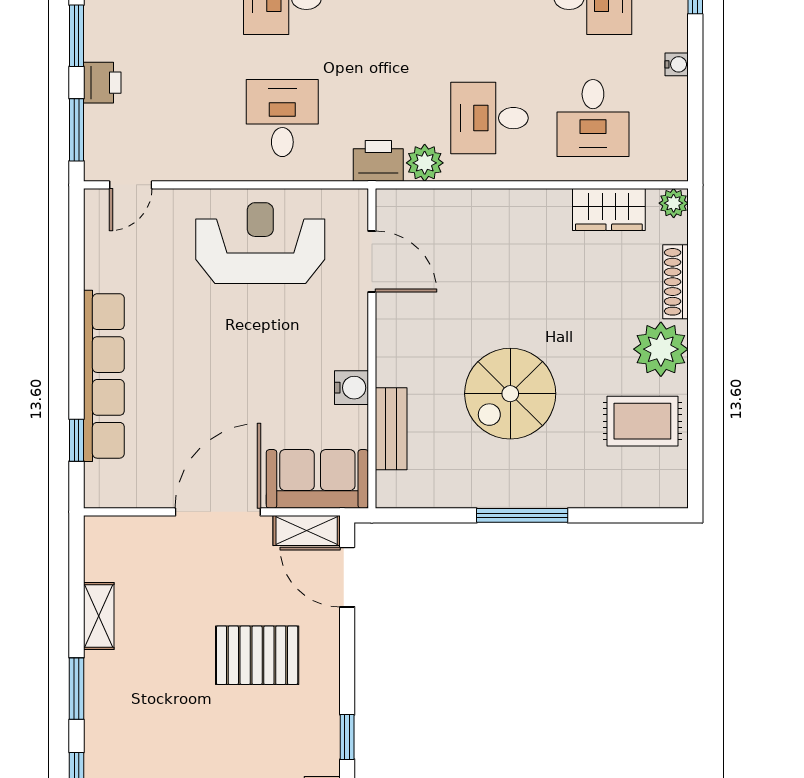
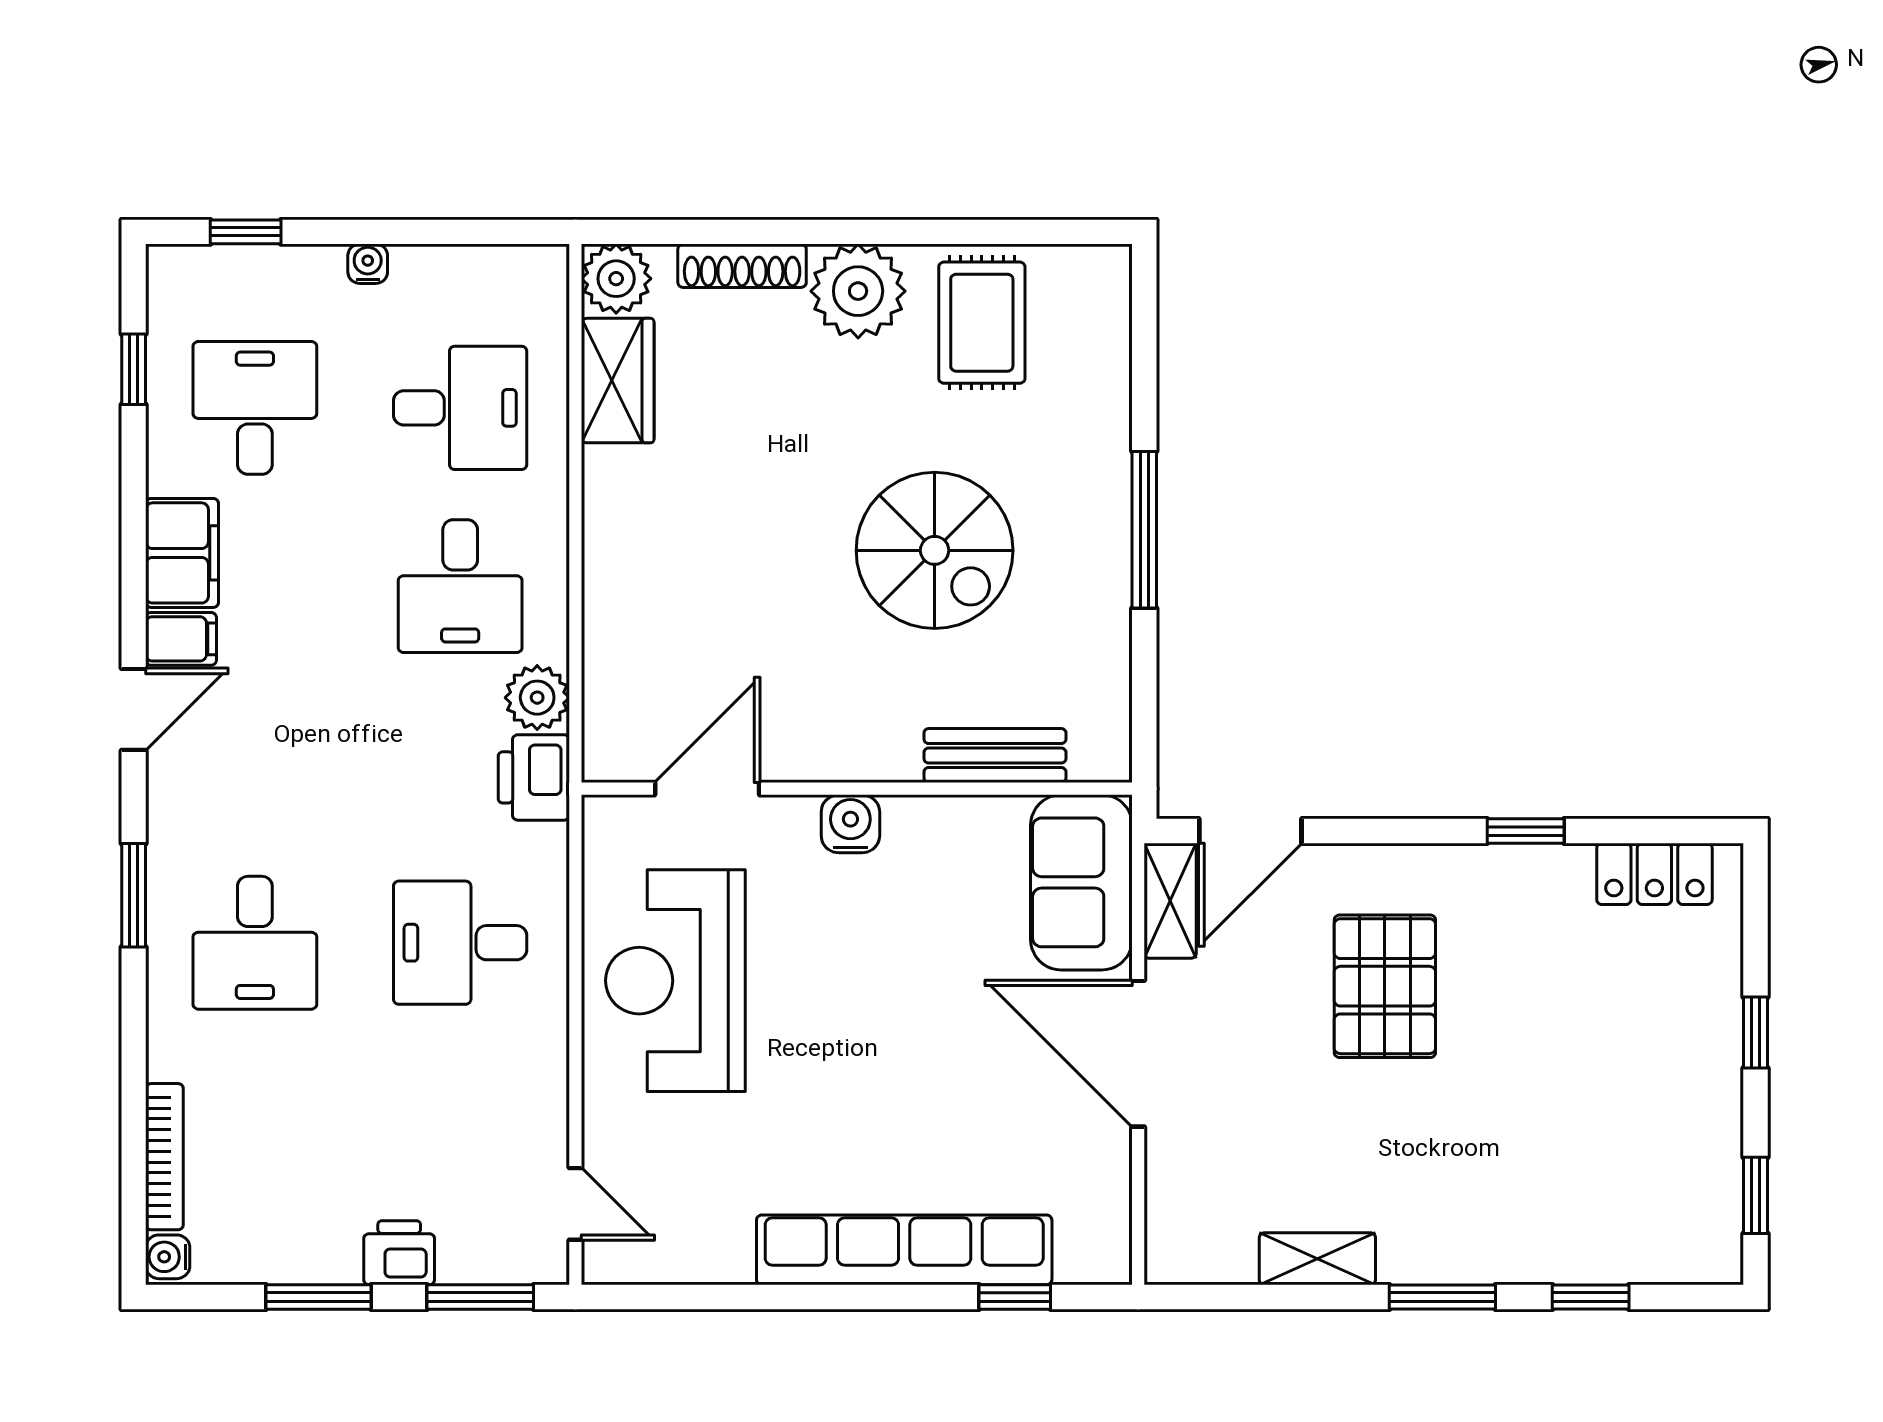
plant: (674, 203) -> (616, 279), width x1.38, depth x1.38
water cooler: (351, 388) -> (850, 824), moved

